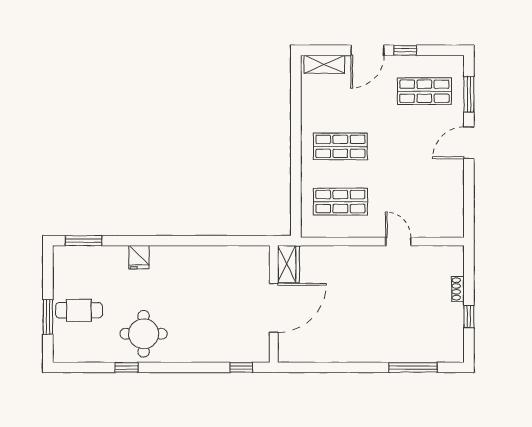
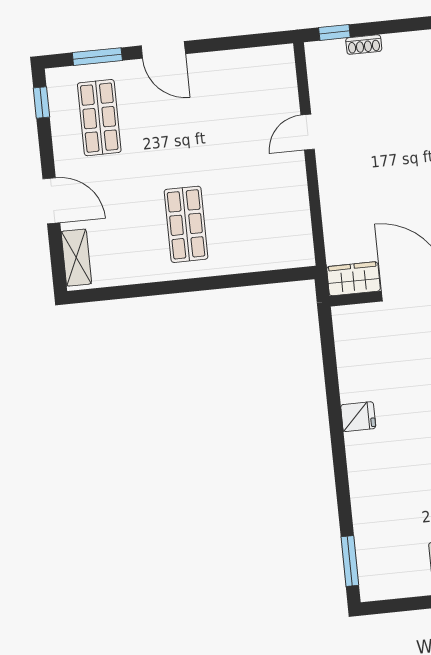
window: (405, 50) -> (41, 103), moved
shop shelf: (340, 202) -> (261, 217), removed
fridge: (139, 257) -> (358, 417), moved
window: (469, 316) -> (334, 32), moved

